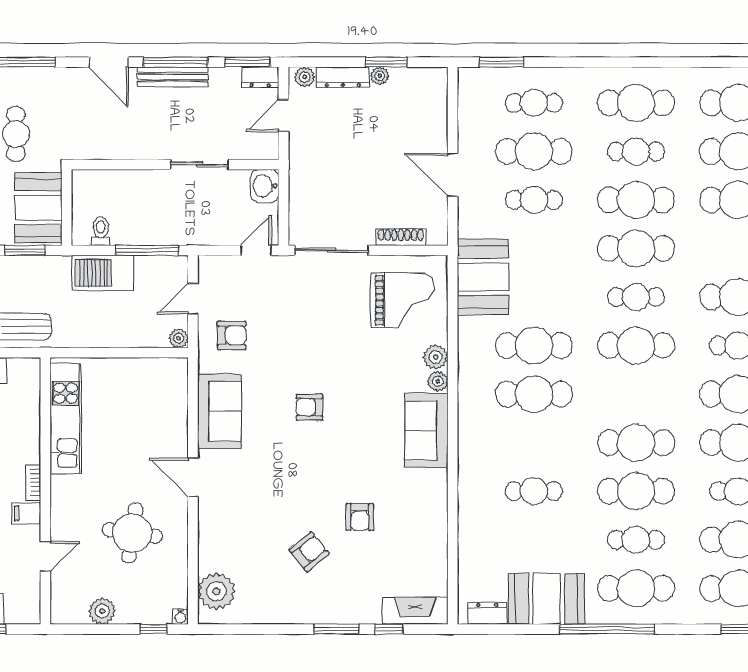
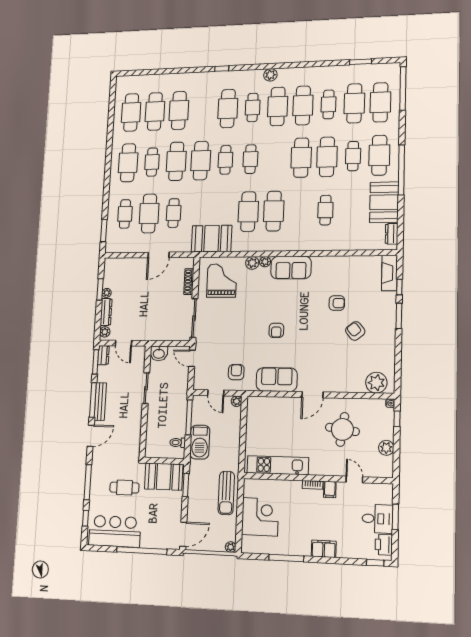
cafe table: (636, 346) -> (250, 159), width x0.73, depth x0.74

